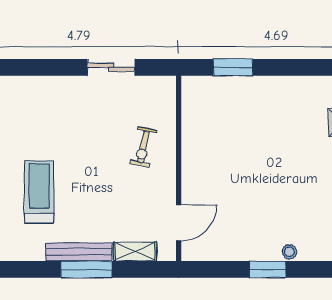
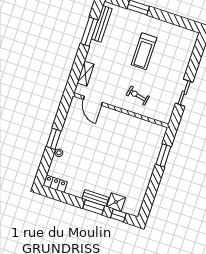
treadmill: (39, 192) -> (144, 51), moved, turned 90
bench: (79, 252) -> (102, 24), moved
window: (86, 269) -> (89, 32), moved

